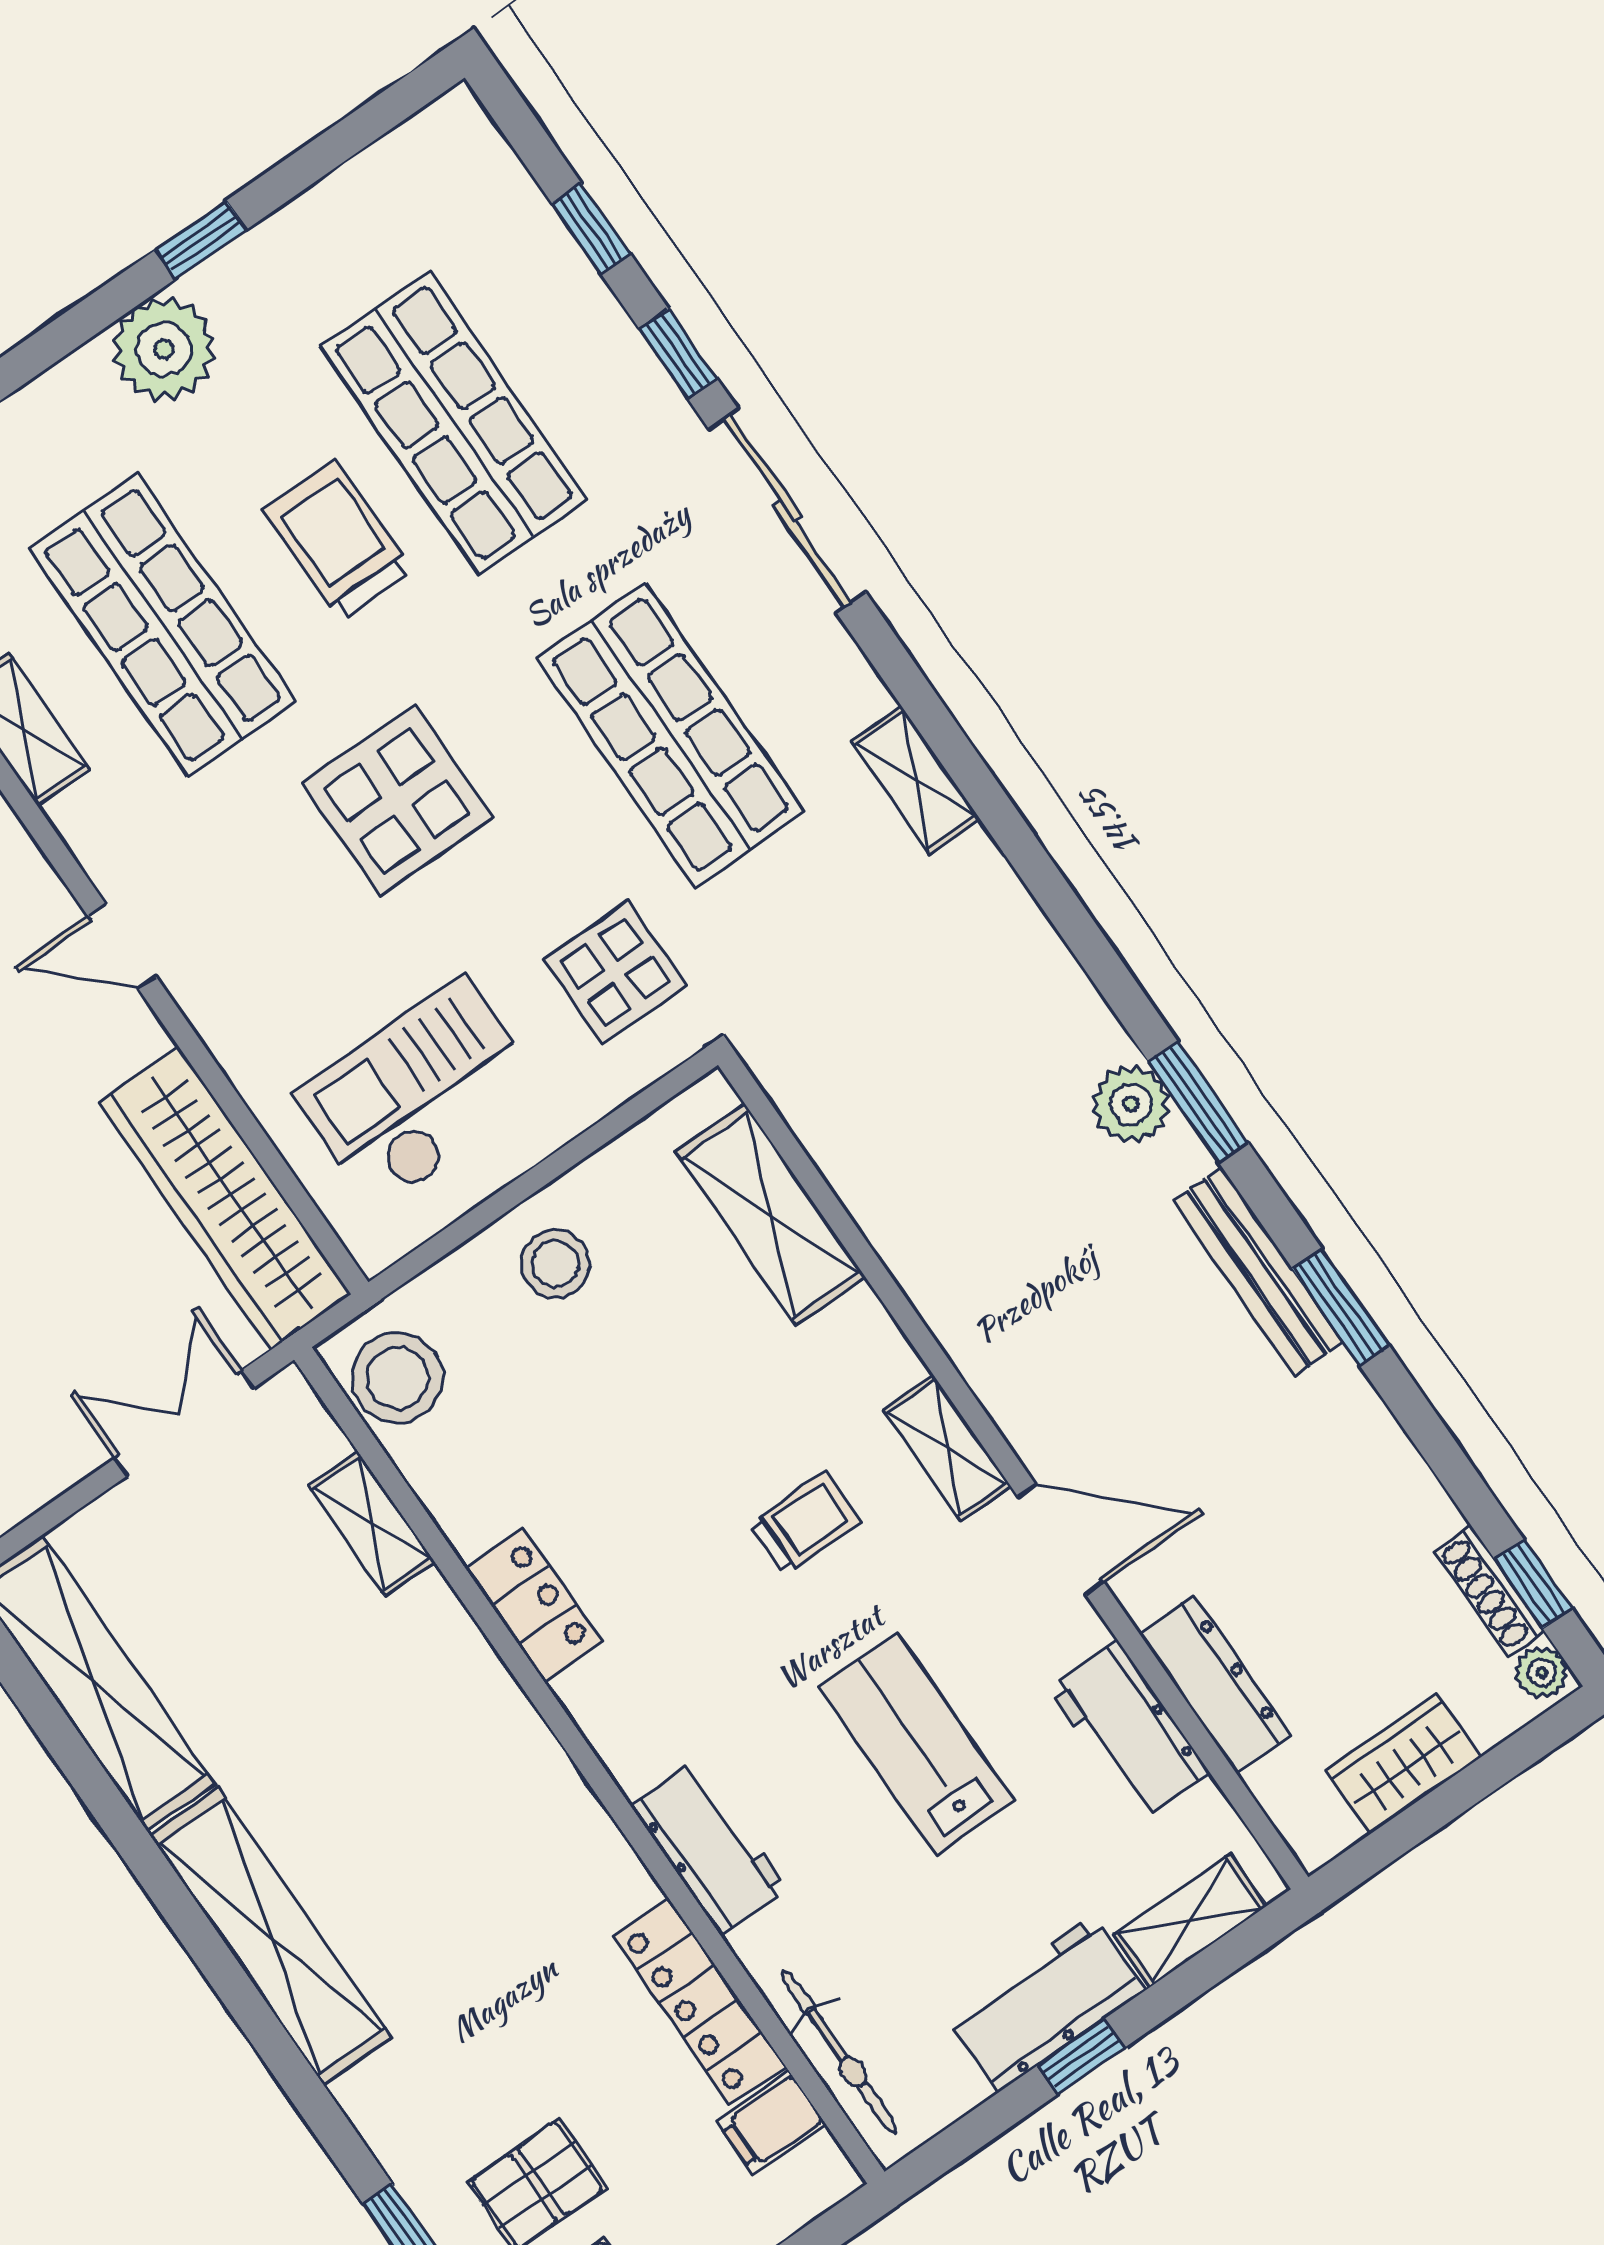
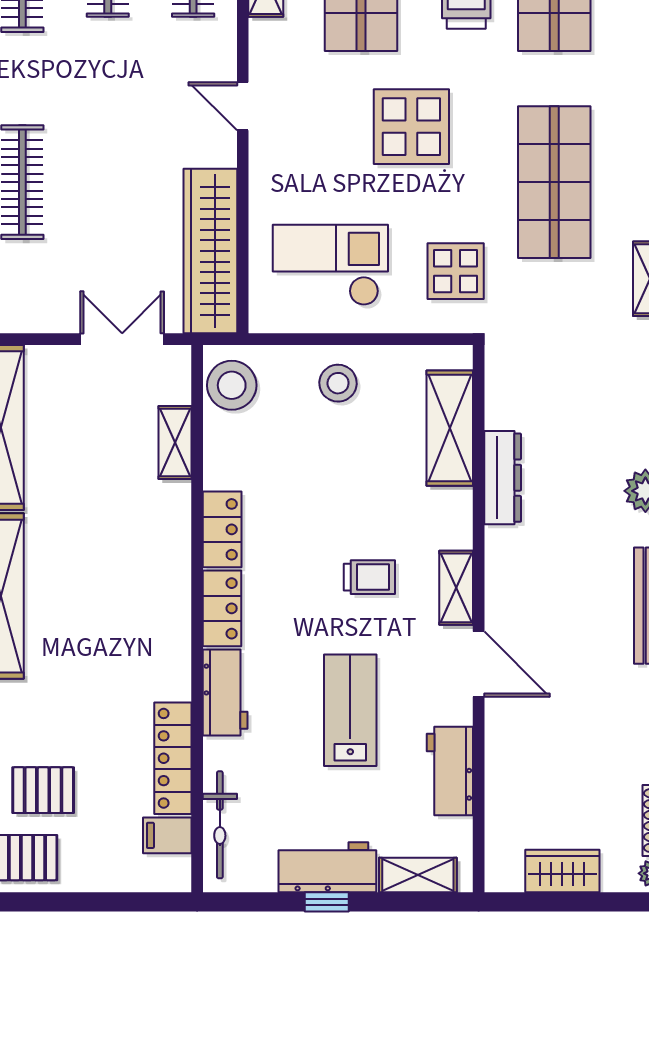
dresser: (1215, 1685) -> (503, 478), moved
locker: (616, 1724) -> (222, 608), added

